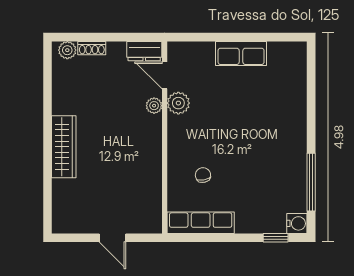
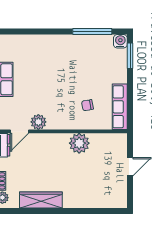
plant: (154, 106) -> (79, 143), moved, width x1.88, depth x1.88
wardrobe: (64, 147) -> (41, 200), moved
window: (276, 238) -> (130, 56), width x1.50

